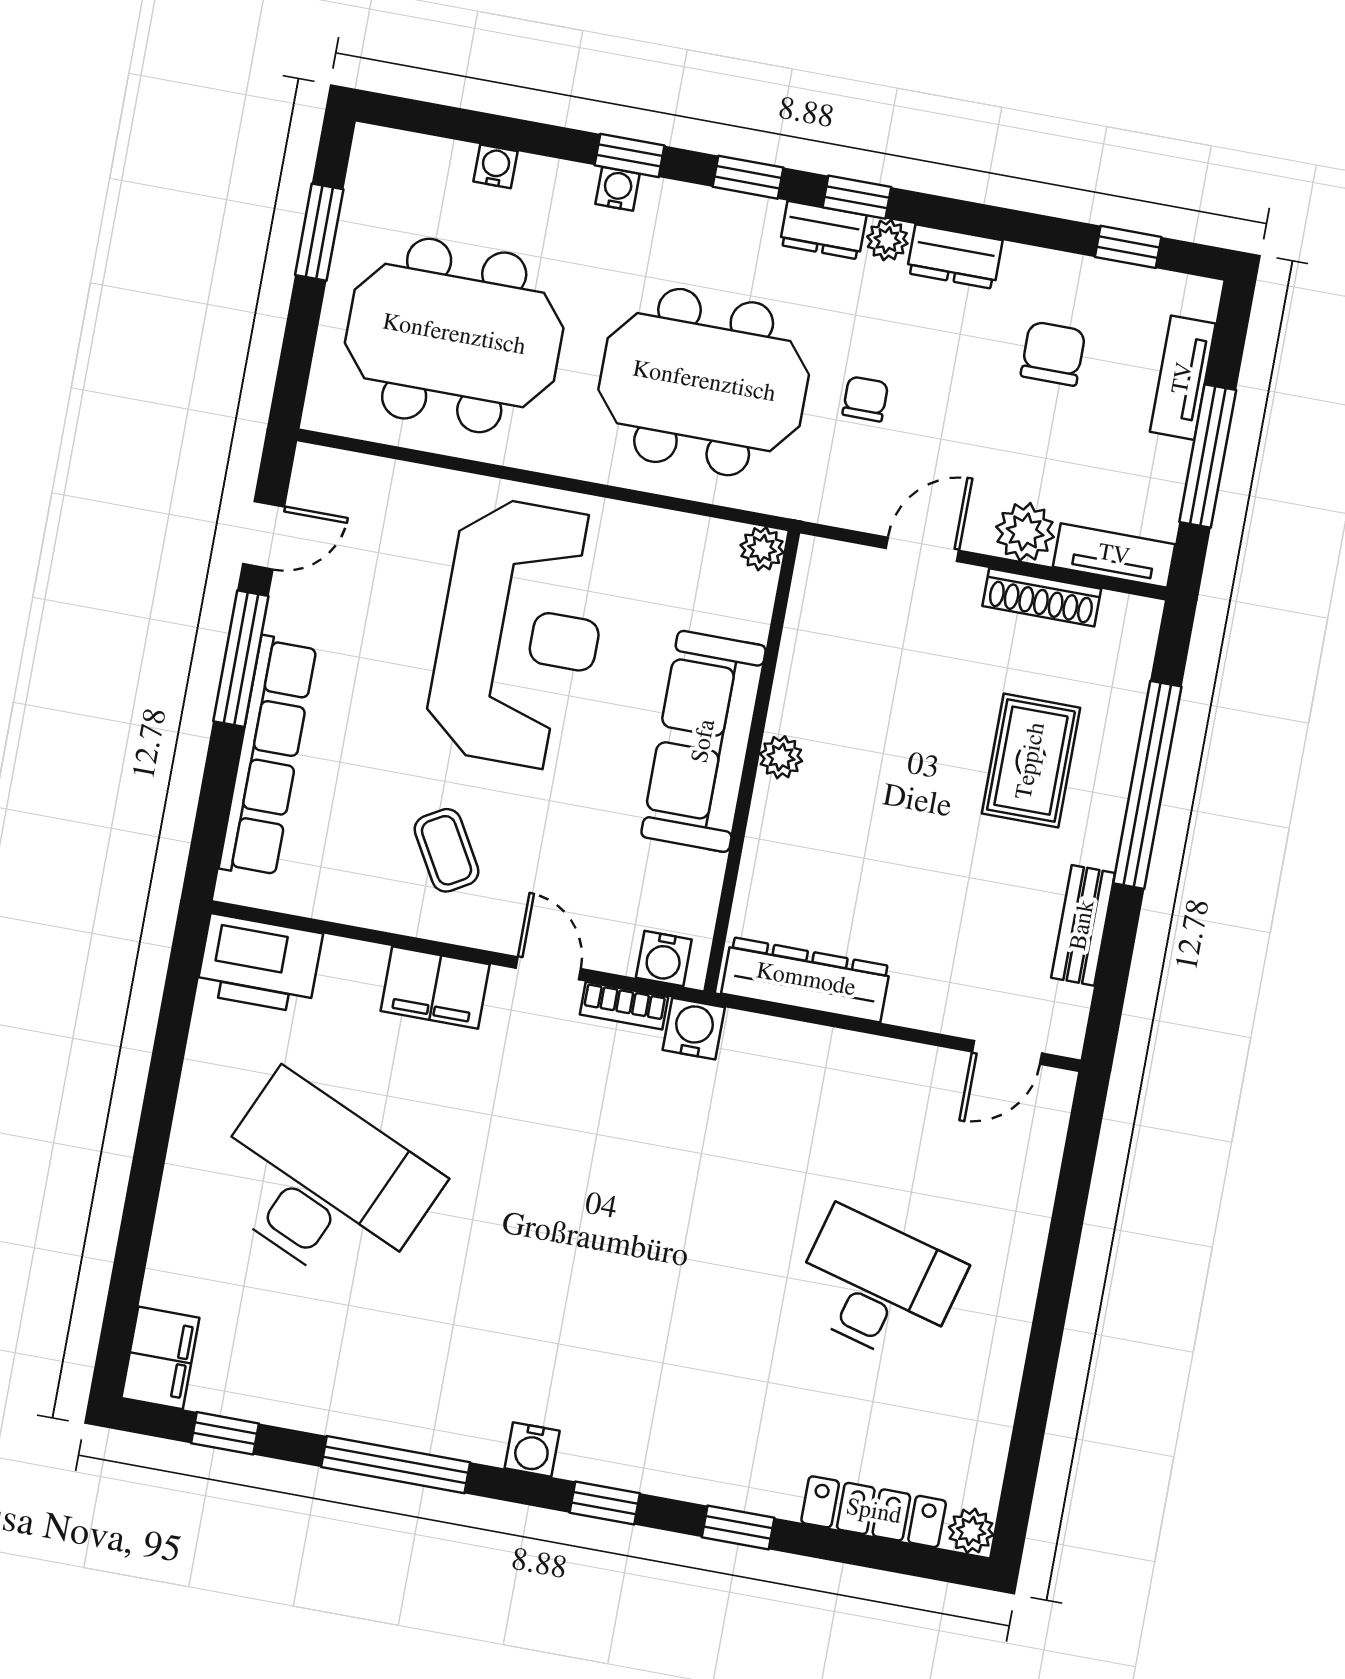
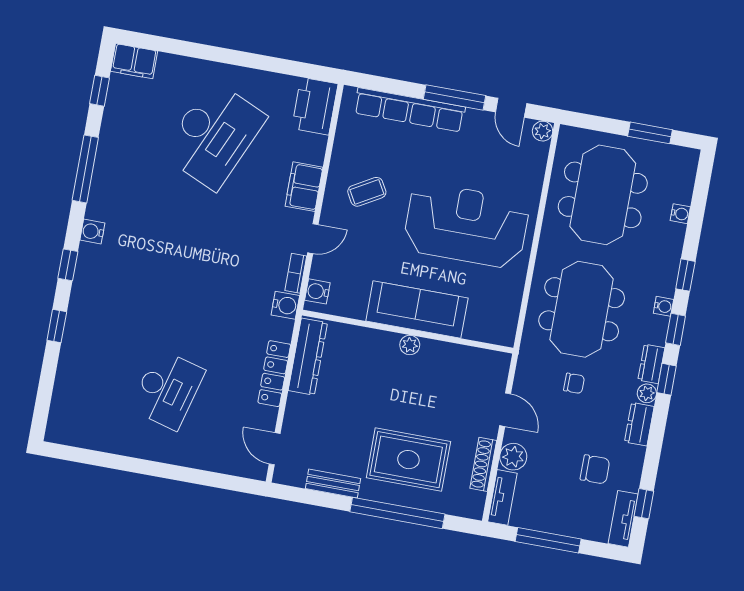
water cooler: (618, 189) -> (663, 306), moved
tv unit: (1183, 378) -> (623, 519), moved, turned -90
plant: (762, 549) -> (543, 131), moved
reception desk: (520, 634) -> (466, 225), turned 180
rug: (1031, 761) -> (408, 460), width x1.36, depth x1.43
locker: (874, 1512) -> (274, 374), moved, turned 180
plant: (971, 1531) -> (55, 433), removed

